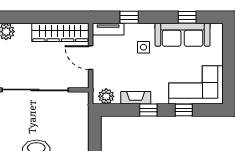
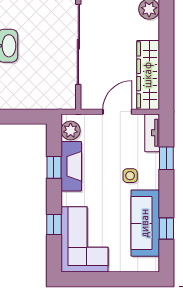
fireplace: (136, 98) -> (71, 166), width x1.37, depth x1.32
window: (148, 110) -> (54, 167), moved

